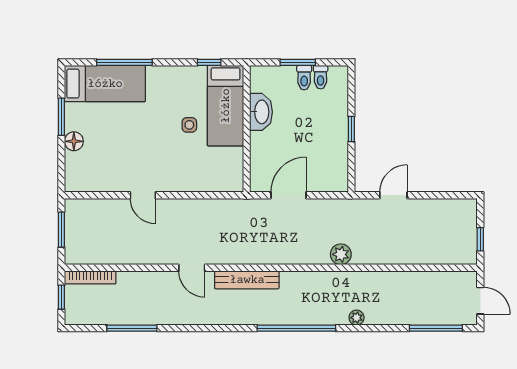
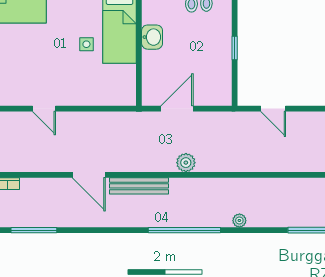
washbasin: (261, 112) -> (152, 37), width x0.72
door: (393, 195) -> (273, 109), swing flipped
plant: (341, 254) -> (186, 163), moved
door: (192, 268) -> (89, 175), width x1.38

